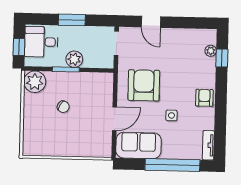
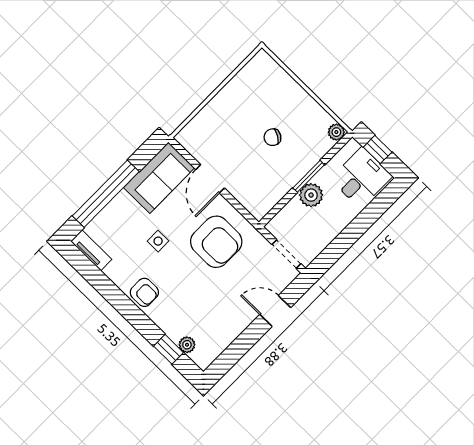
window: (72, 20) -> (354, 231), removed
plant: (35, 82) -> (336, 132), width x0.53, depth x0.53

